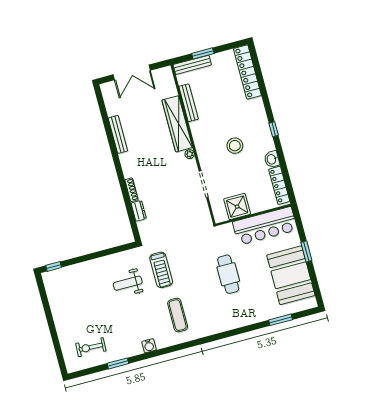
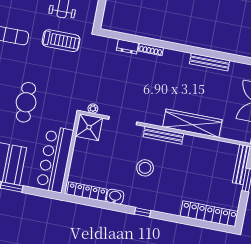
bench: (189, 103) -> (163, 135), moved
plant: (190, 154) -> (93, 109), moved
shower: (237, 207) -> (89, 127), moved
treadmill: (161, 270) -> (61, 41), turned 180
cafe table: (228, 274) -> (26, 102), turned 90

